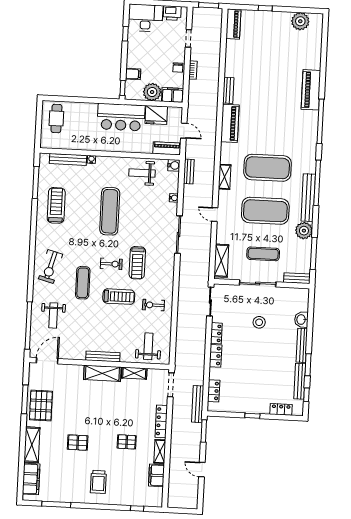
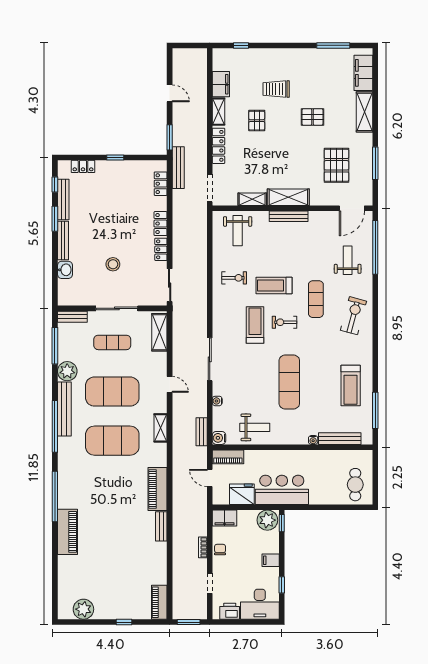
filing cabinet: (133, 74) -> (271, 560), moved
plant: (152, 92) -> (267, 520), moved
pallet: (41, 405) -> (336, 165), moved
pallet: (127, 442) -> (257, 121), turned 90
trolley: (98, 482) -> (276, 89), moved, turned -90

